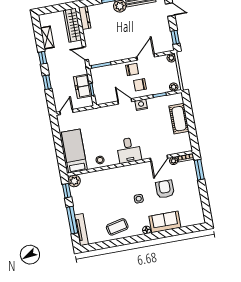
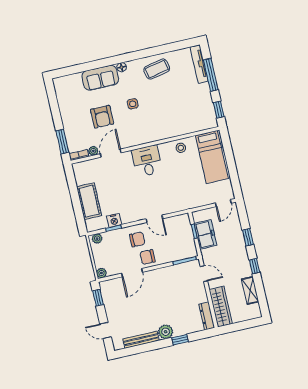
nightstand: (141, 105) -> (114, 220), moved
plant: (74, 181) -> (210, 122), removed

